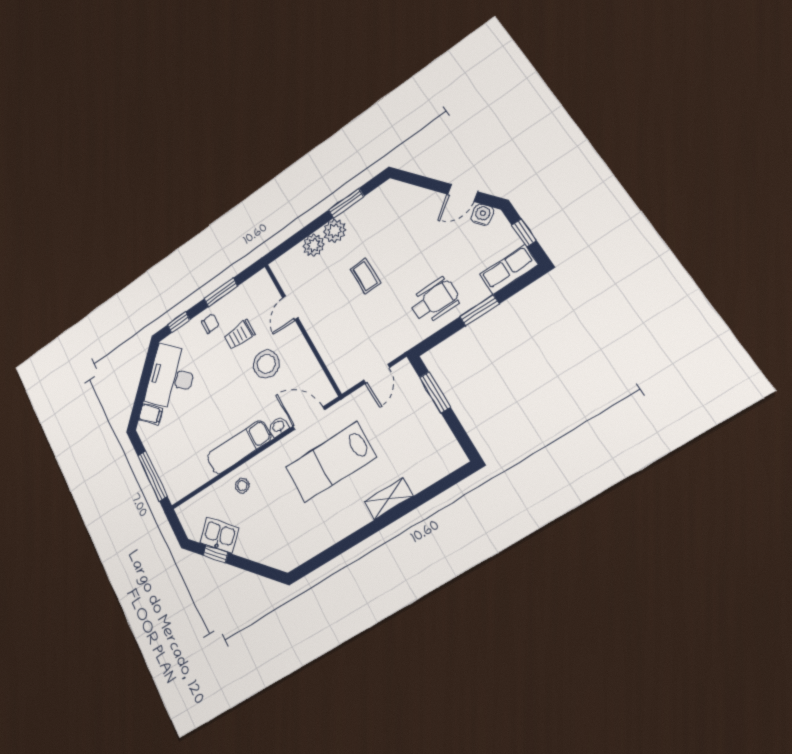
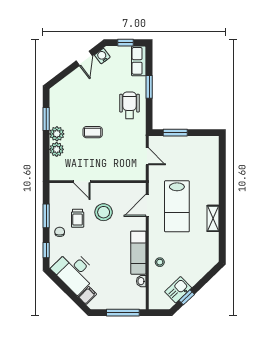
washbasin: (278, 427) -> (141, 281), moved
shelving: (389, 499) -> (213, 218), moved

